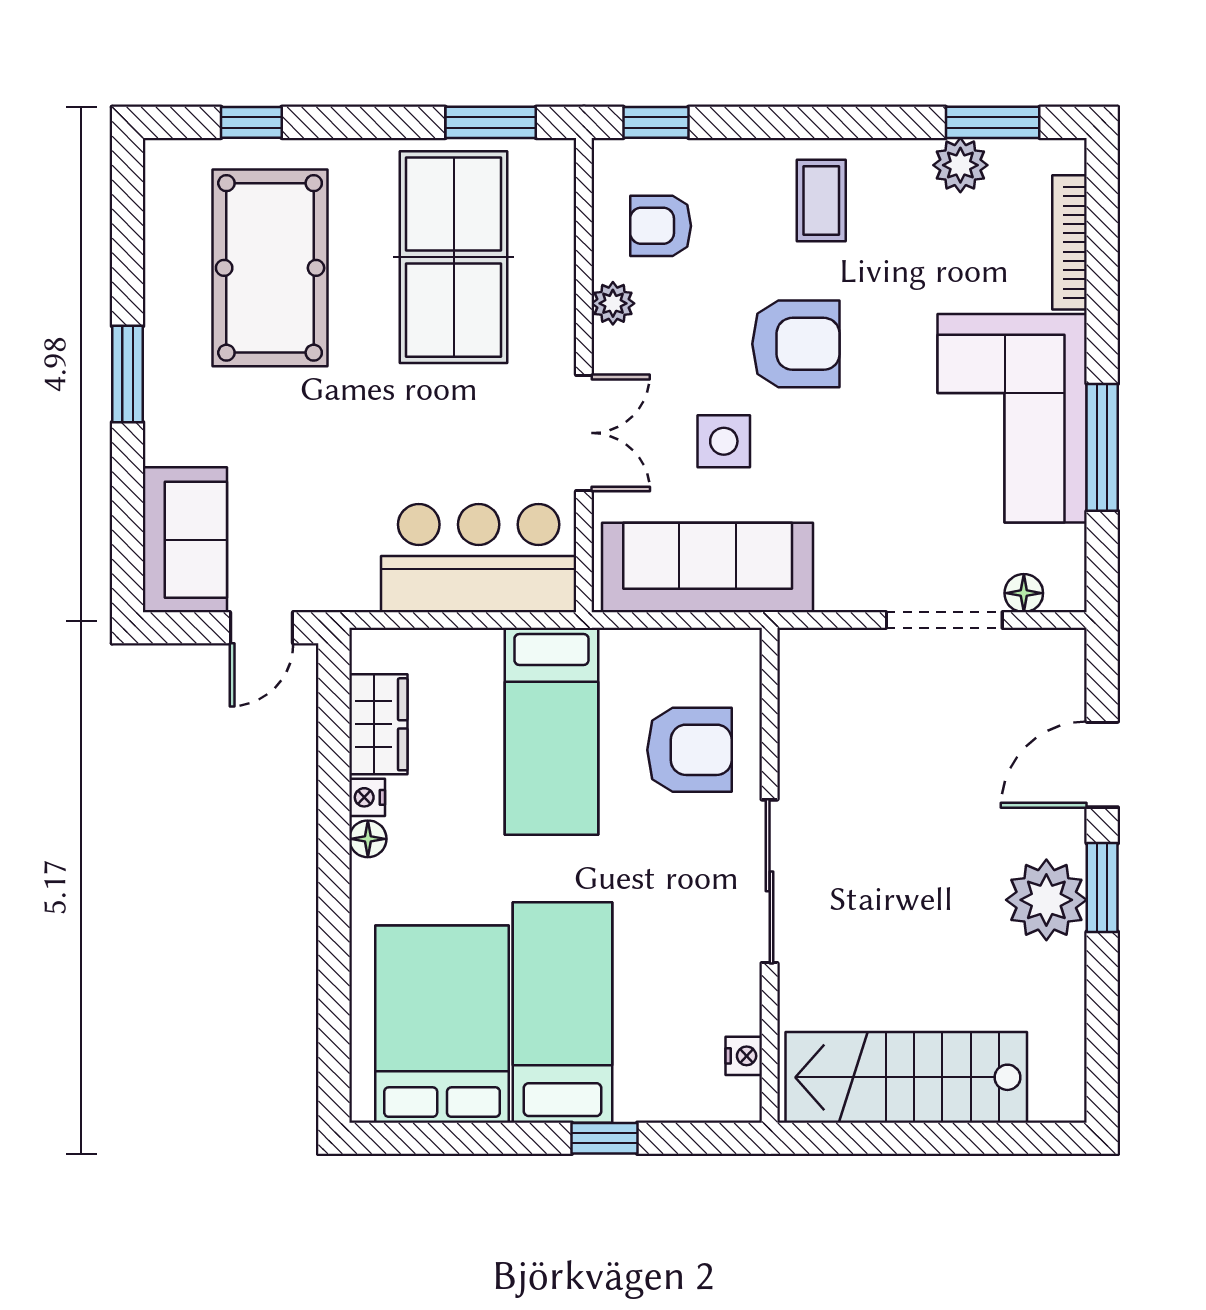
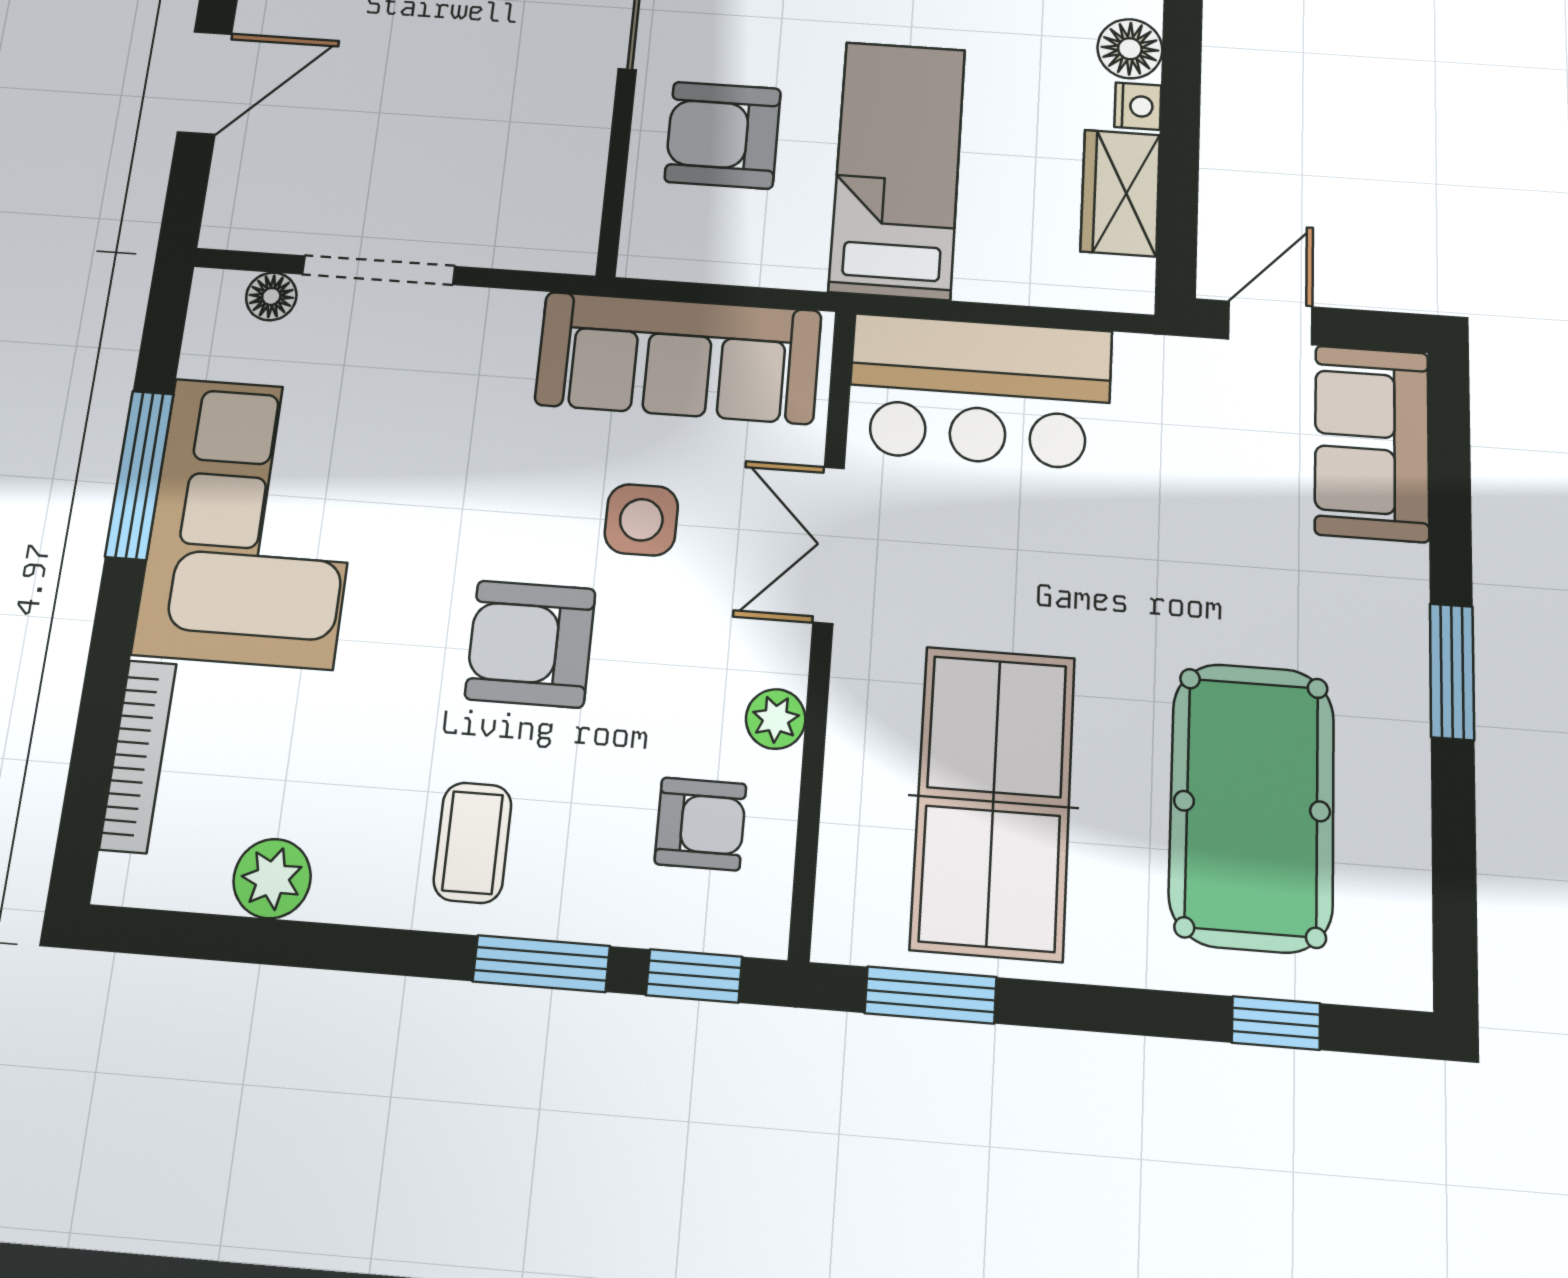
window: (993, 122) -> (541, 964), moved
floor lamp: (368, 839) -> (1130, 49), width x1.37, depth x1.37

